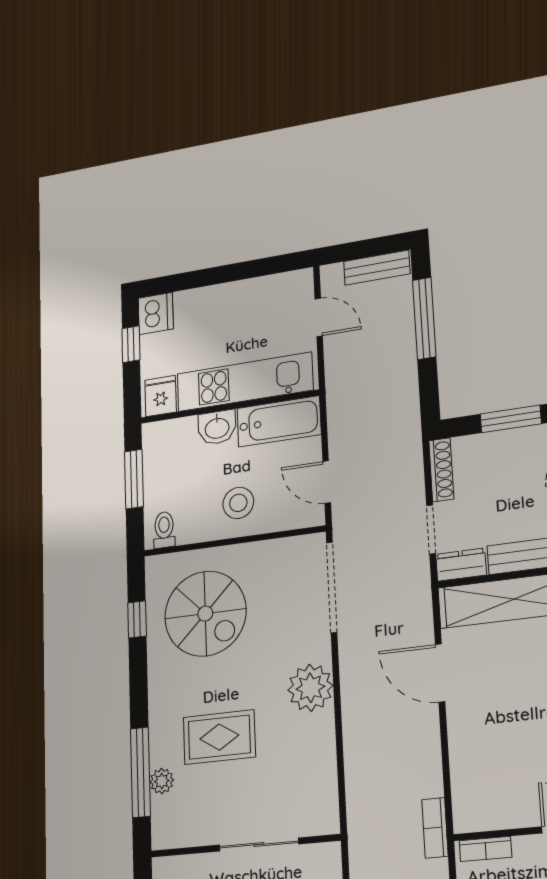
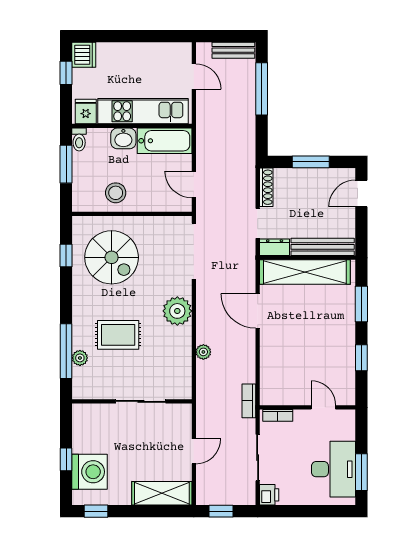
stool: (238, 503) -> (116, 193), moved
toilet: (164, 530) -> (79, 140), moved, turned 180
plant: (355, 751) -> (203, 352), added

